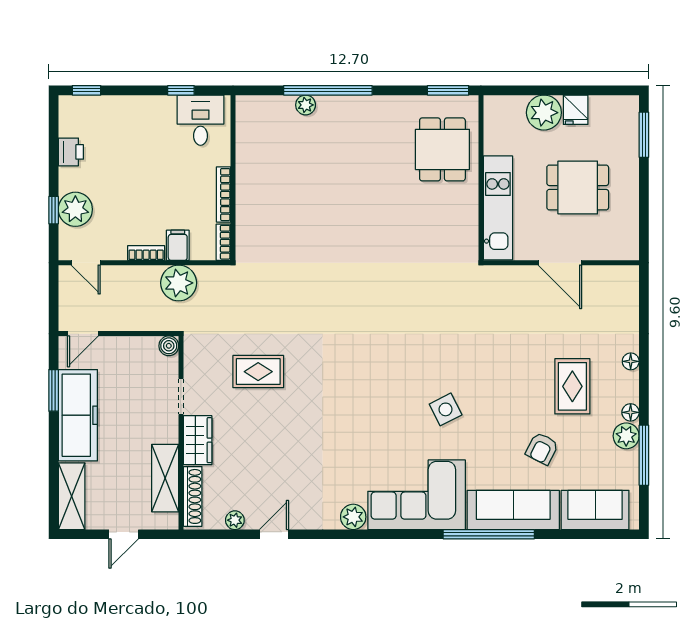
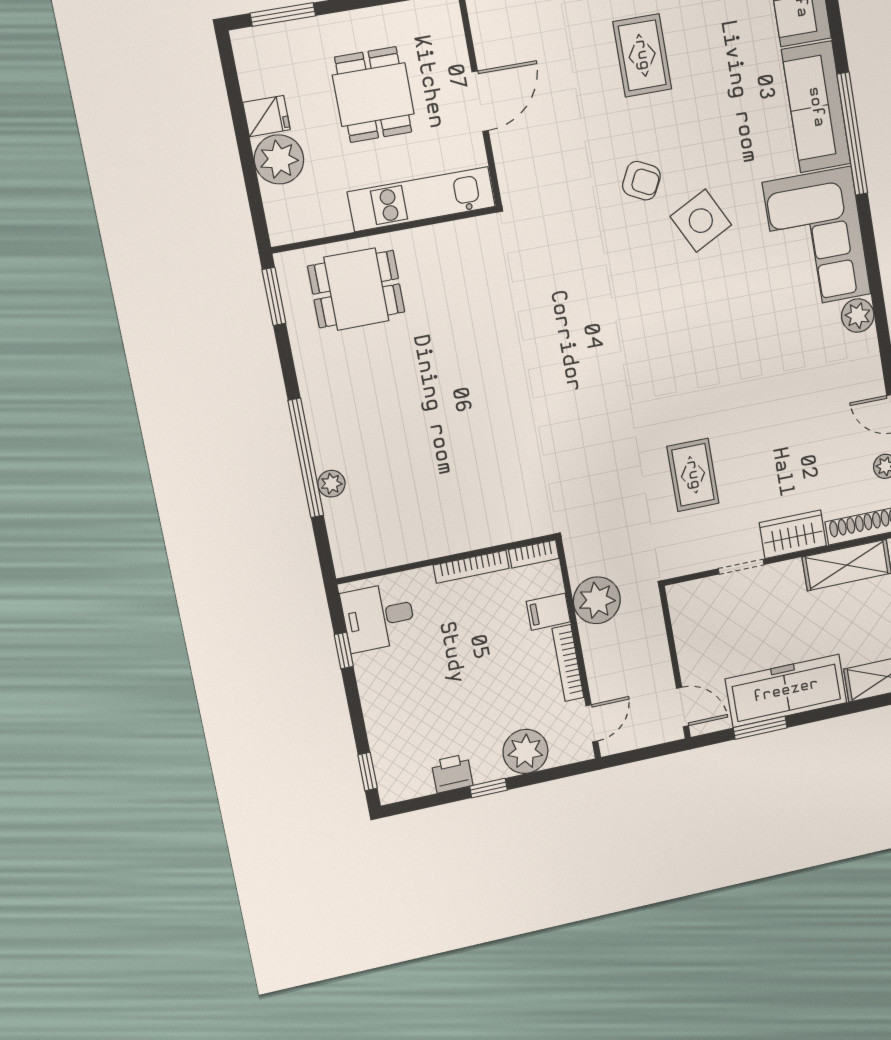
window: (54, 210) -> (488, 788), moved
bookcase: (146, 253) -> (568, 663), width x1.56
boiler: (169, 346) -> (680, 596), removed
rug: (572, 386) -> (642, 55), turned 90
side table: (446, 409) -> (701, 221), width x1.37, depth x1.37
armchair: (542, 449) -> (641, 181), moved

